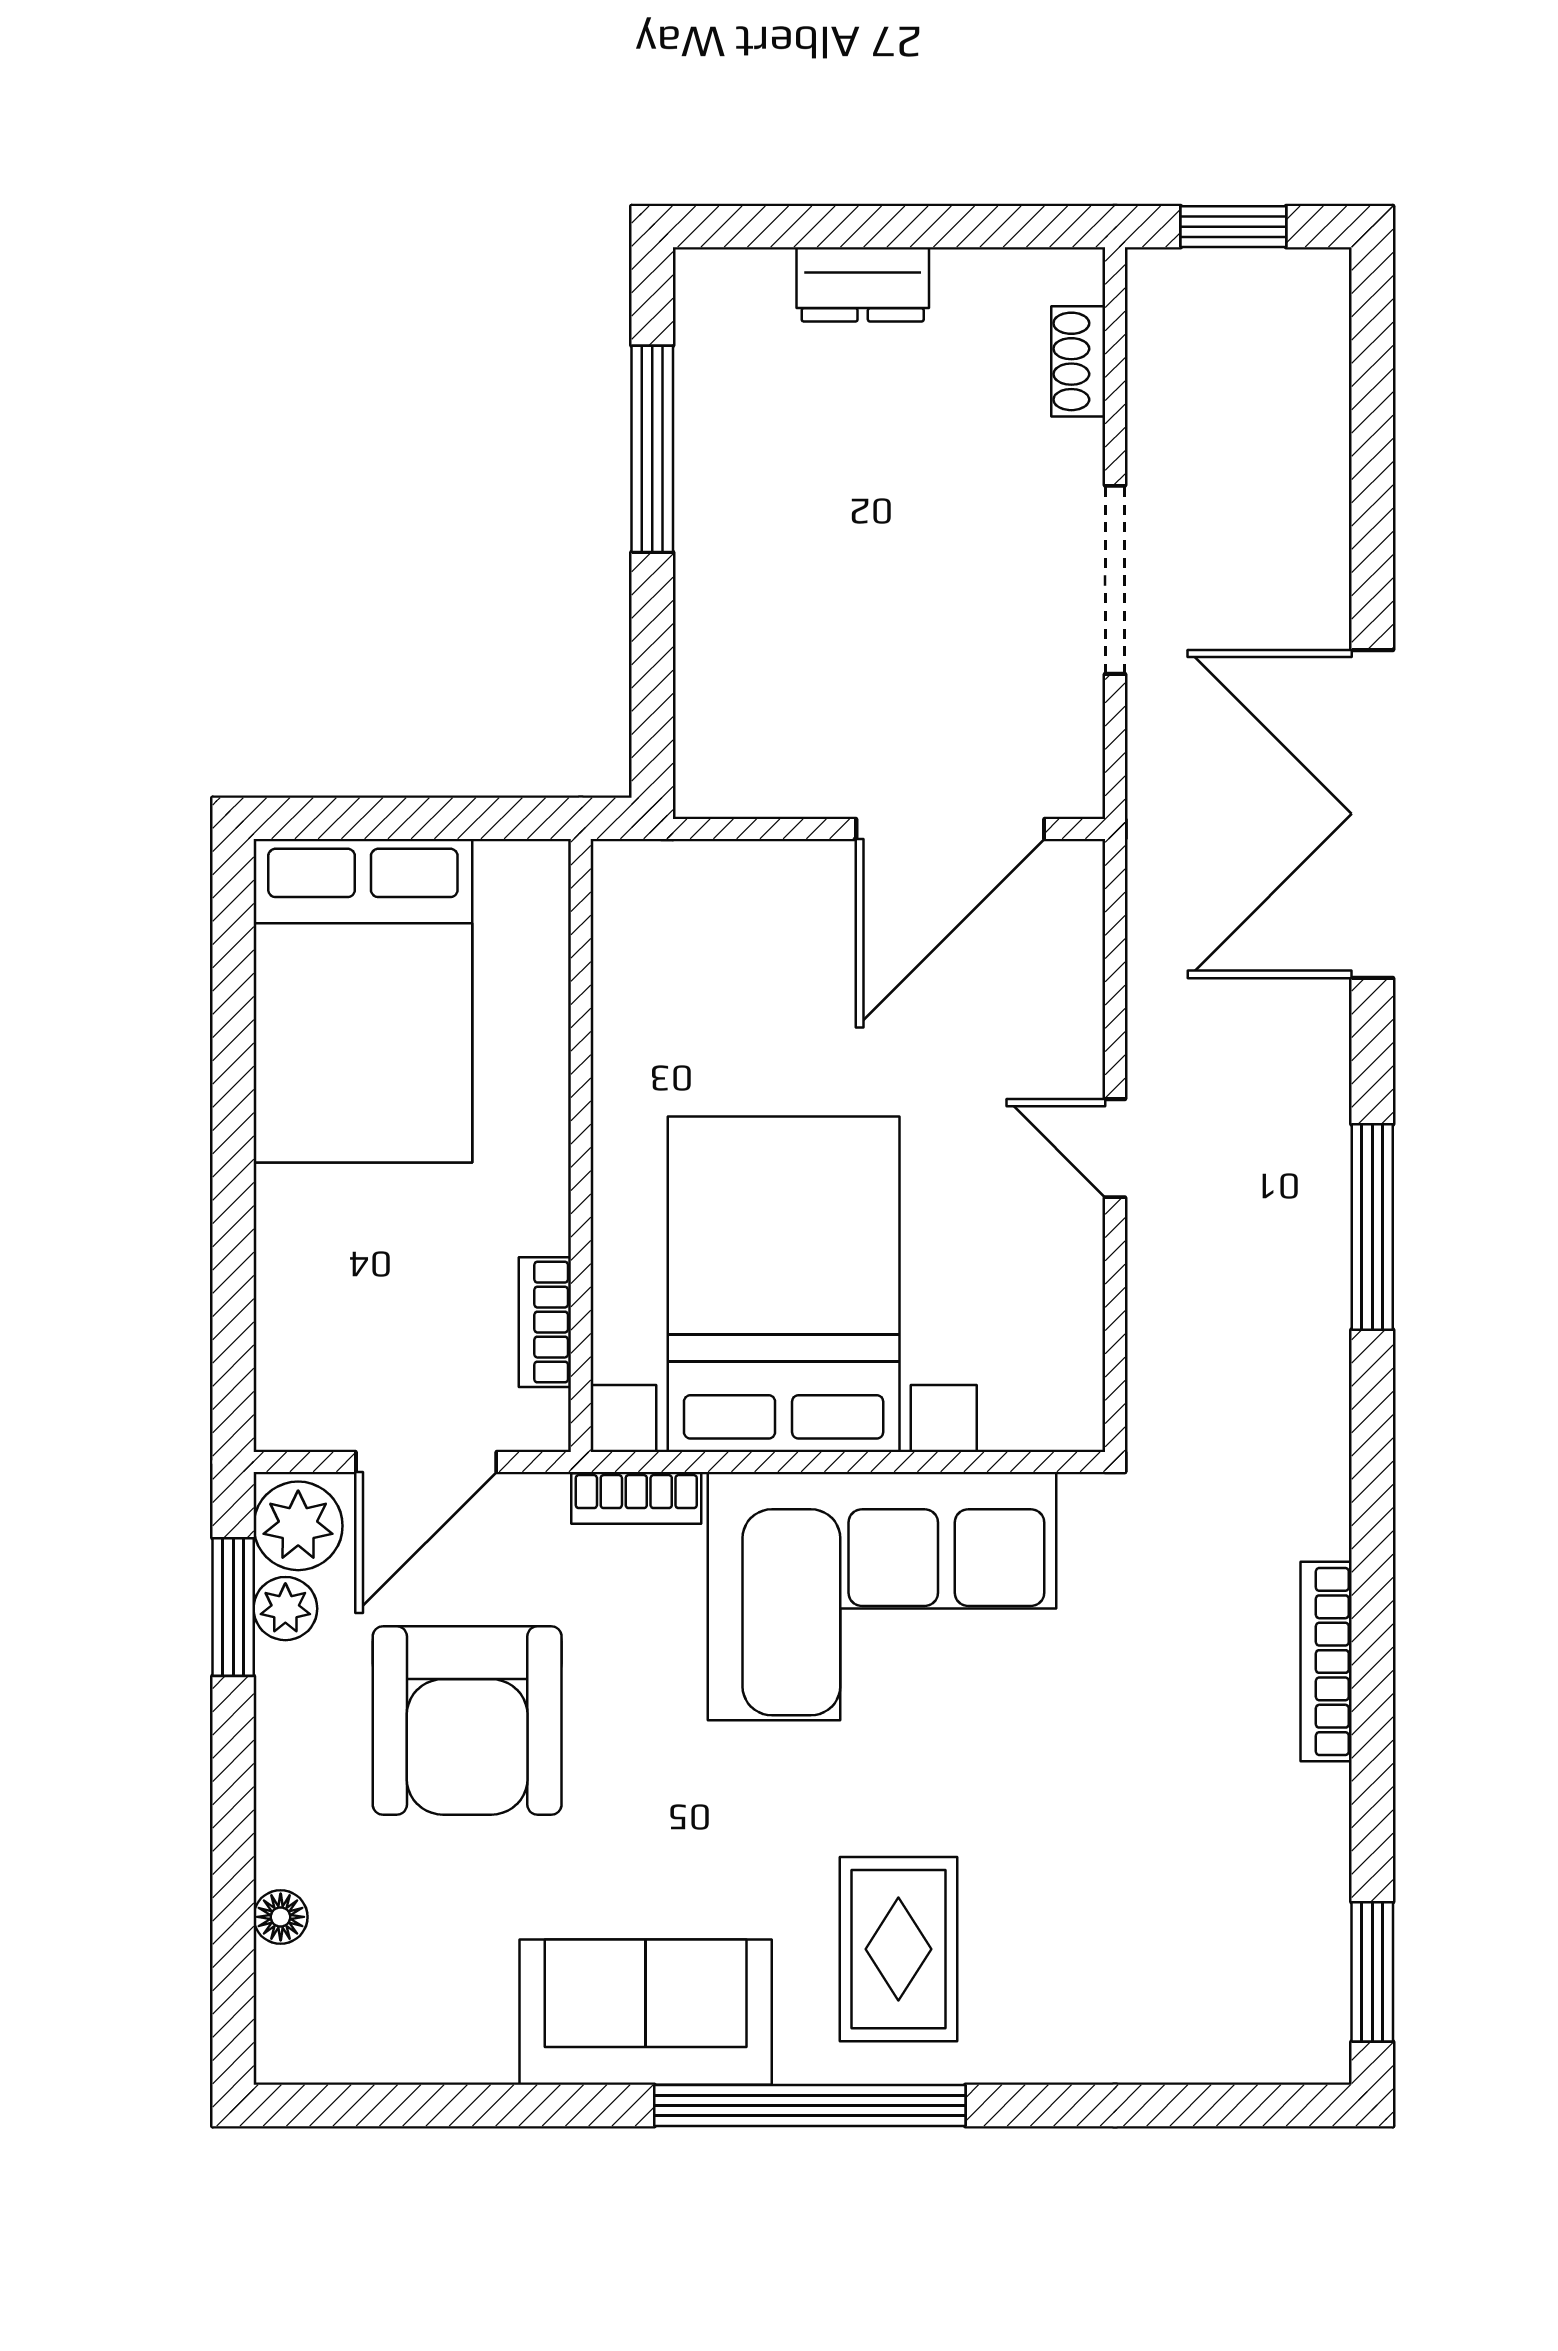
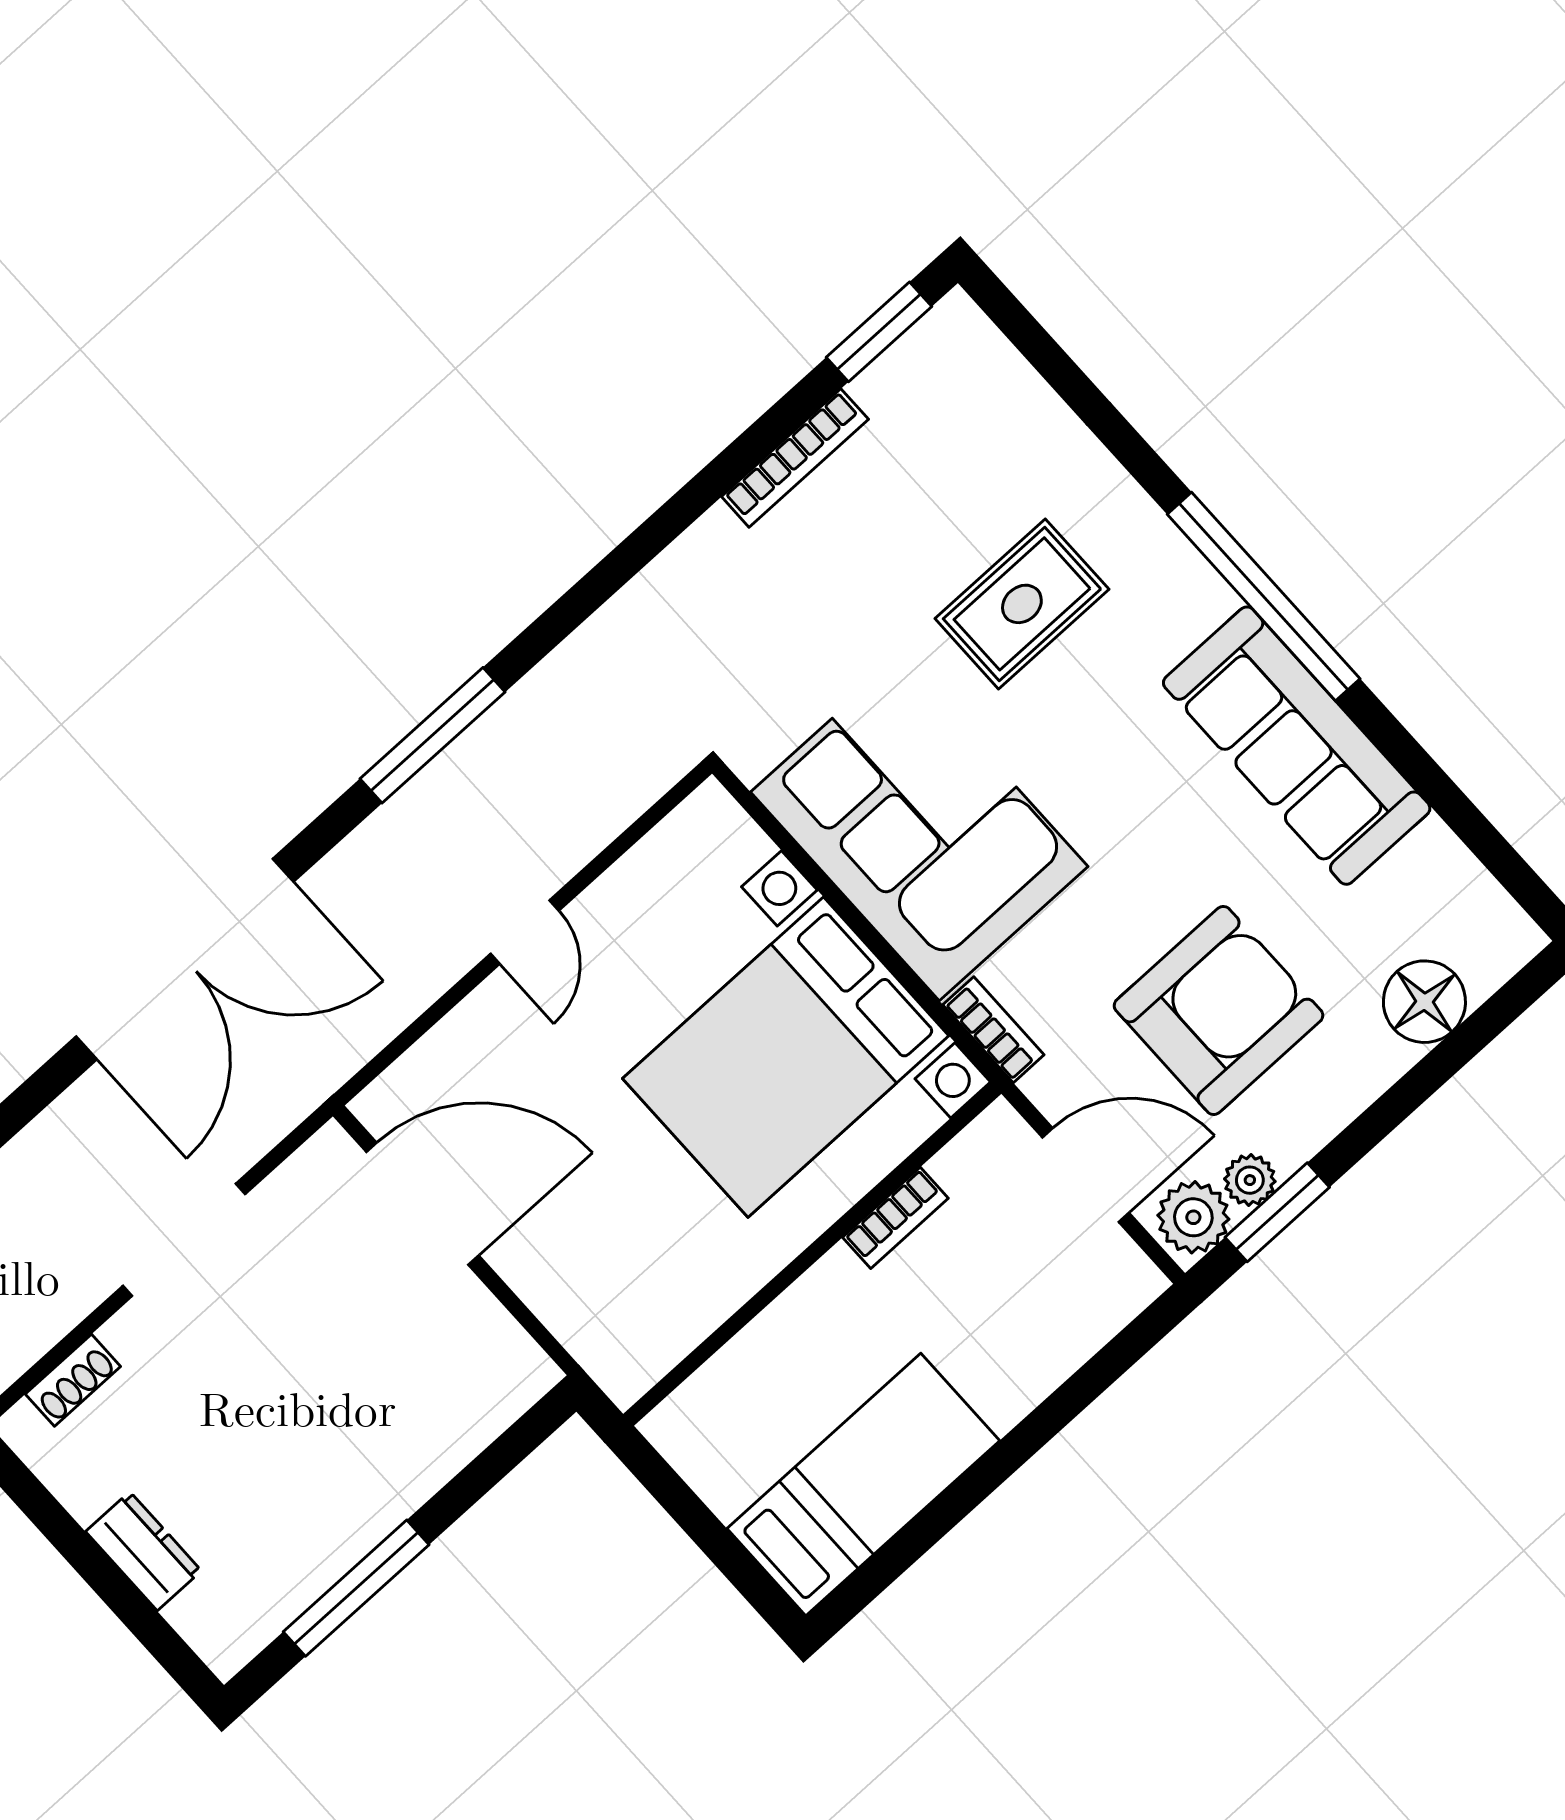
bed: (363, 1001) -> (863, 1485), width x0.67
bookcase: (545, 1322) -> (895, 1218), moved
bookcase: (1326, 1662) -> (795, 458), moved
floor lamp: (281, 1917) -> (1424, 1002), width x1.89, depth x1.89
rug: (898, 1949) -> (1022, 604), moved
sofa: (646, 2012) -> (1297, 746), width x1.36

